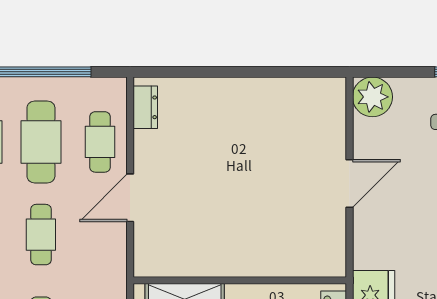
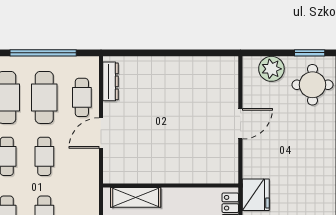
plant: (372, 97) -> (271, 69), moved
dresser: (145, 107) -> (111, 81), width x1.44

